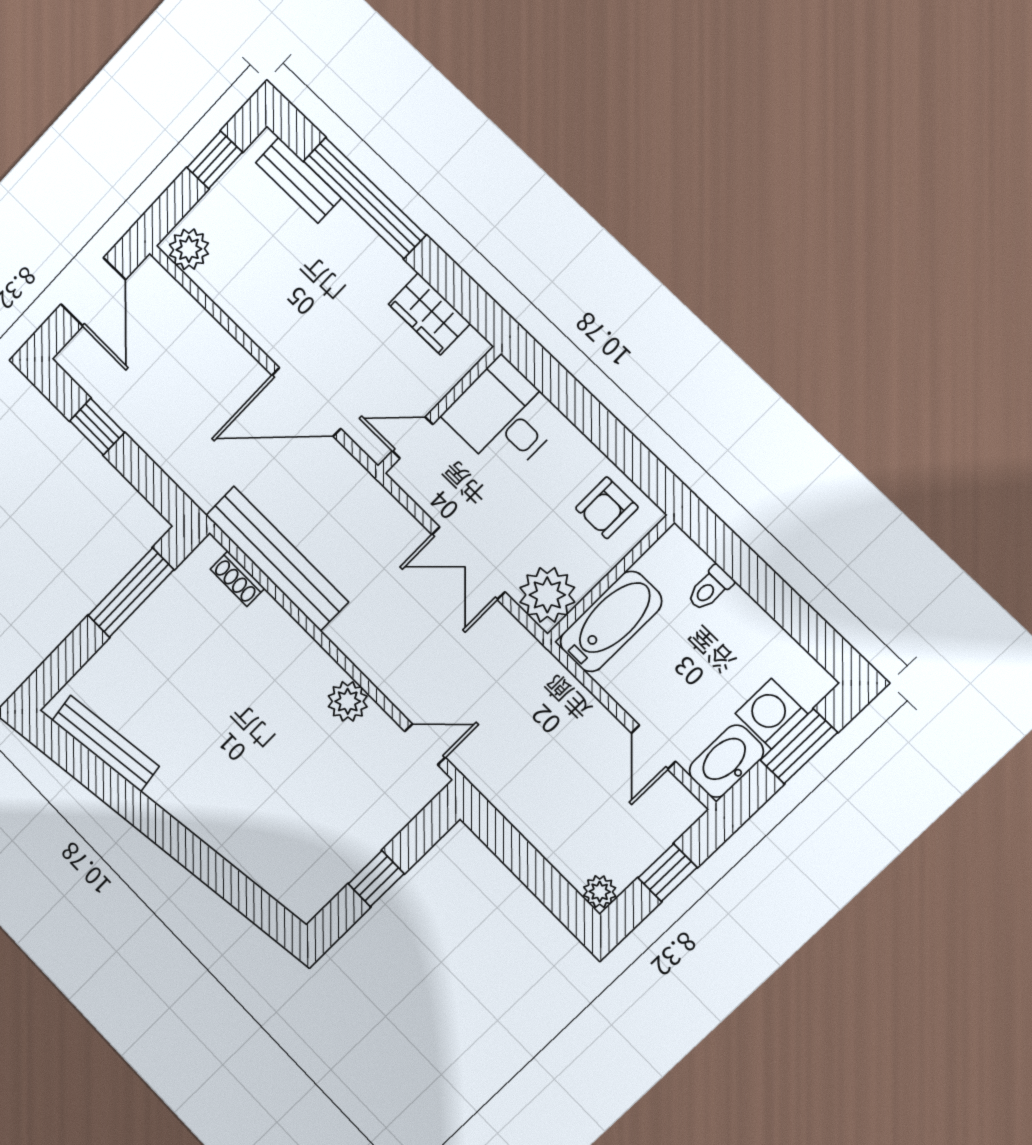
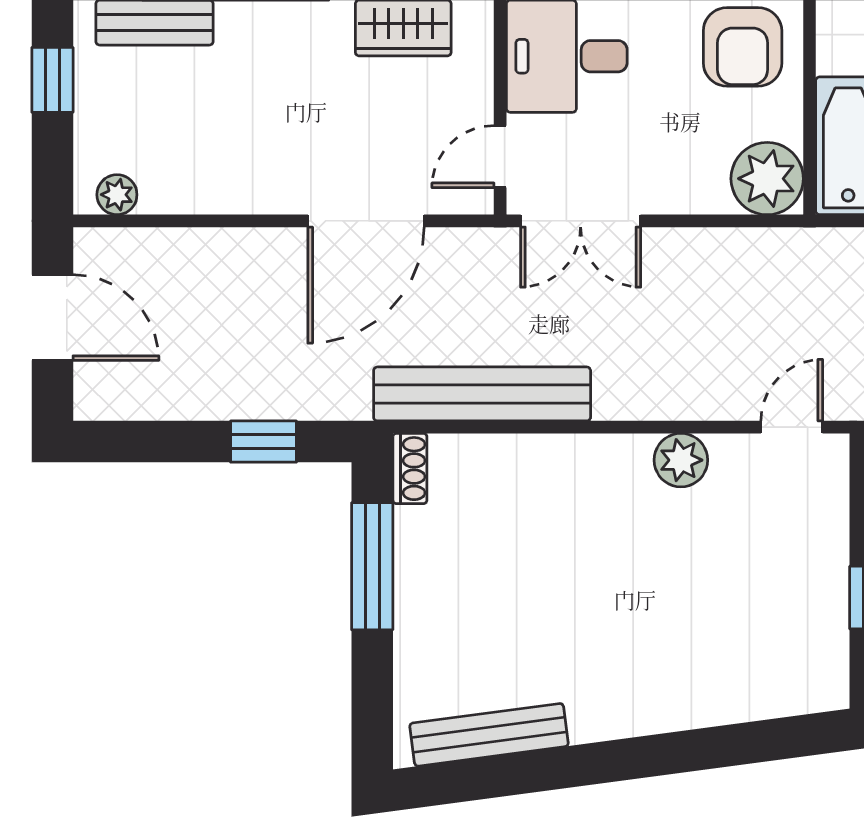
plant: (189, 249) -> (117, 195), width x0.73, depth x0.73
window: (97, 427) -> (263, 442), moved
armchair: (607, 508) -> (743, 47), width x1.38, depth x1.38
double door: (468, 563) -> (581, 221), moved
shoe rack: (237, 579) -> (410, 469), moved, turned -90

